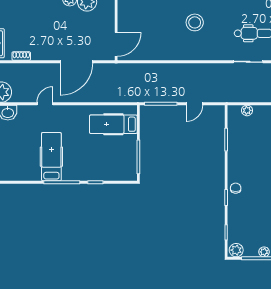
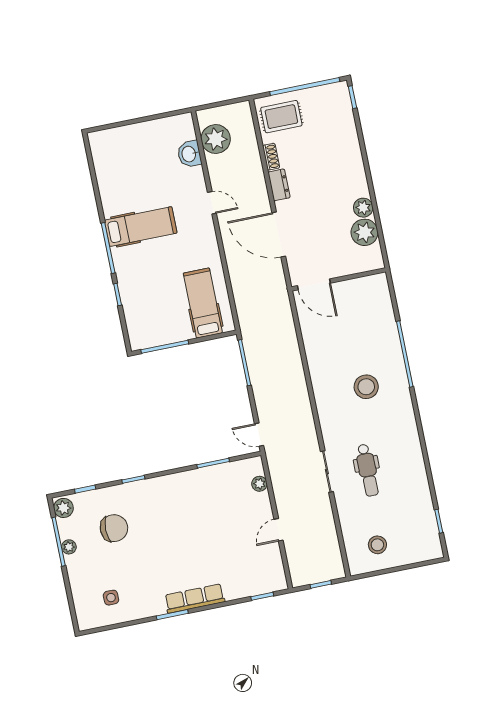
dresser: (42, 55) -> (279, 185), added
door: (194, 104) -> (259, 435), moved
chair: (236, 188) -> (114, 528), moved, width x1.87, depth x1.87

